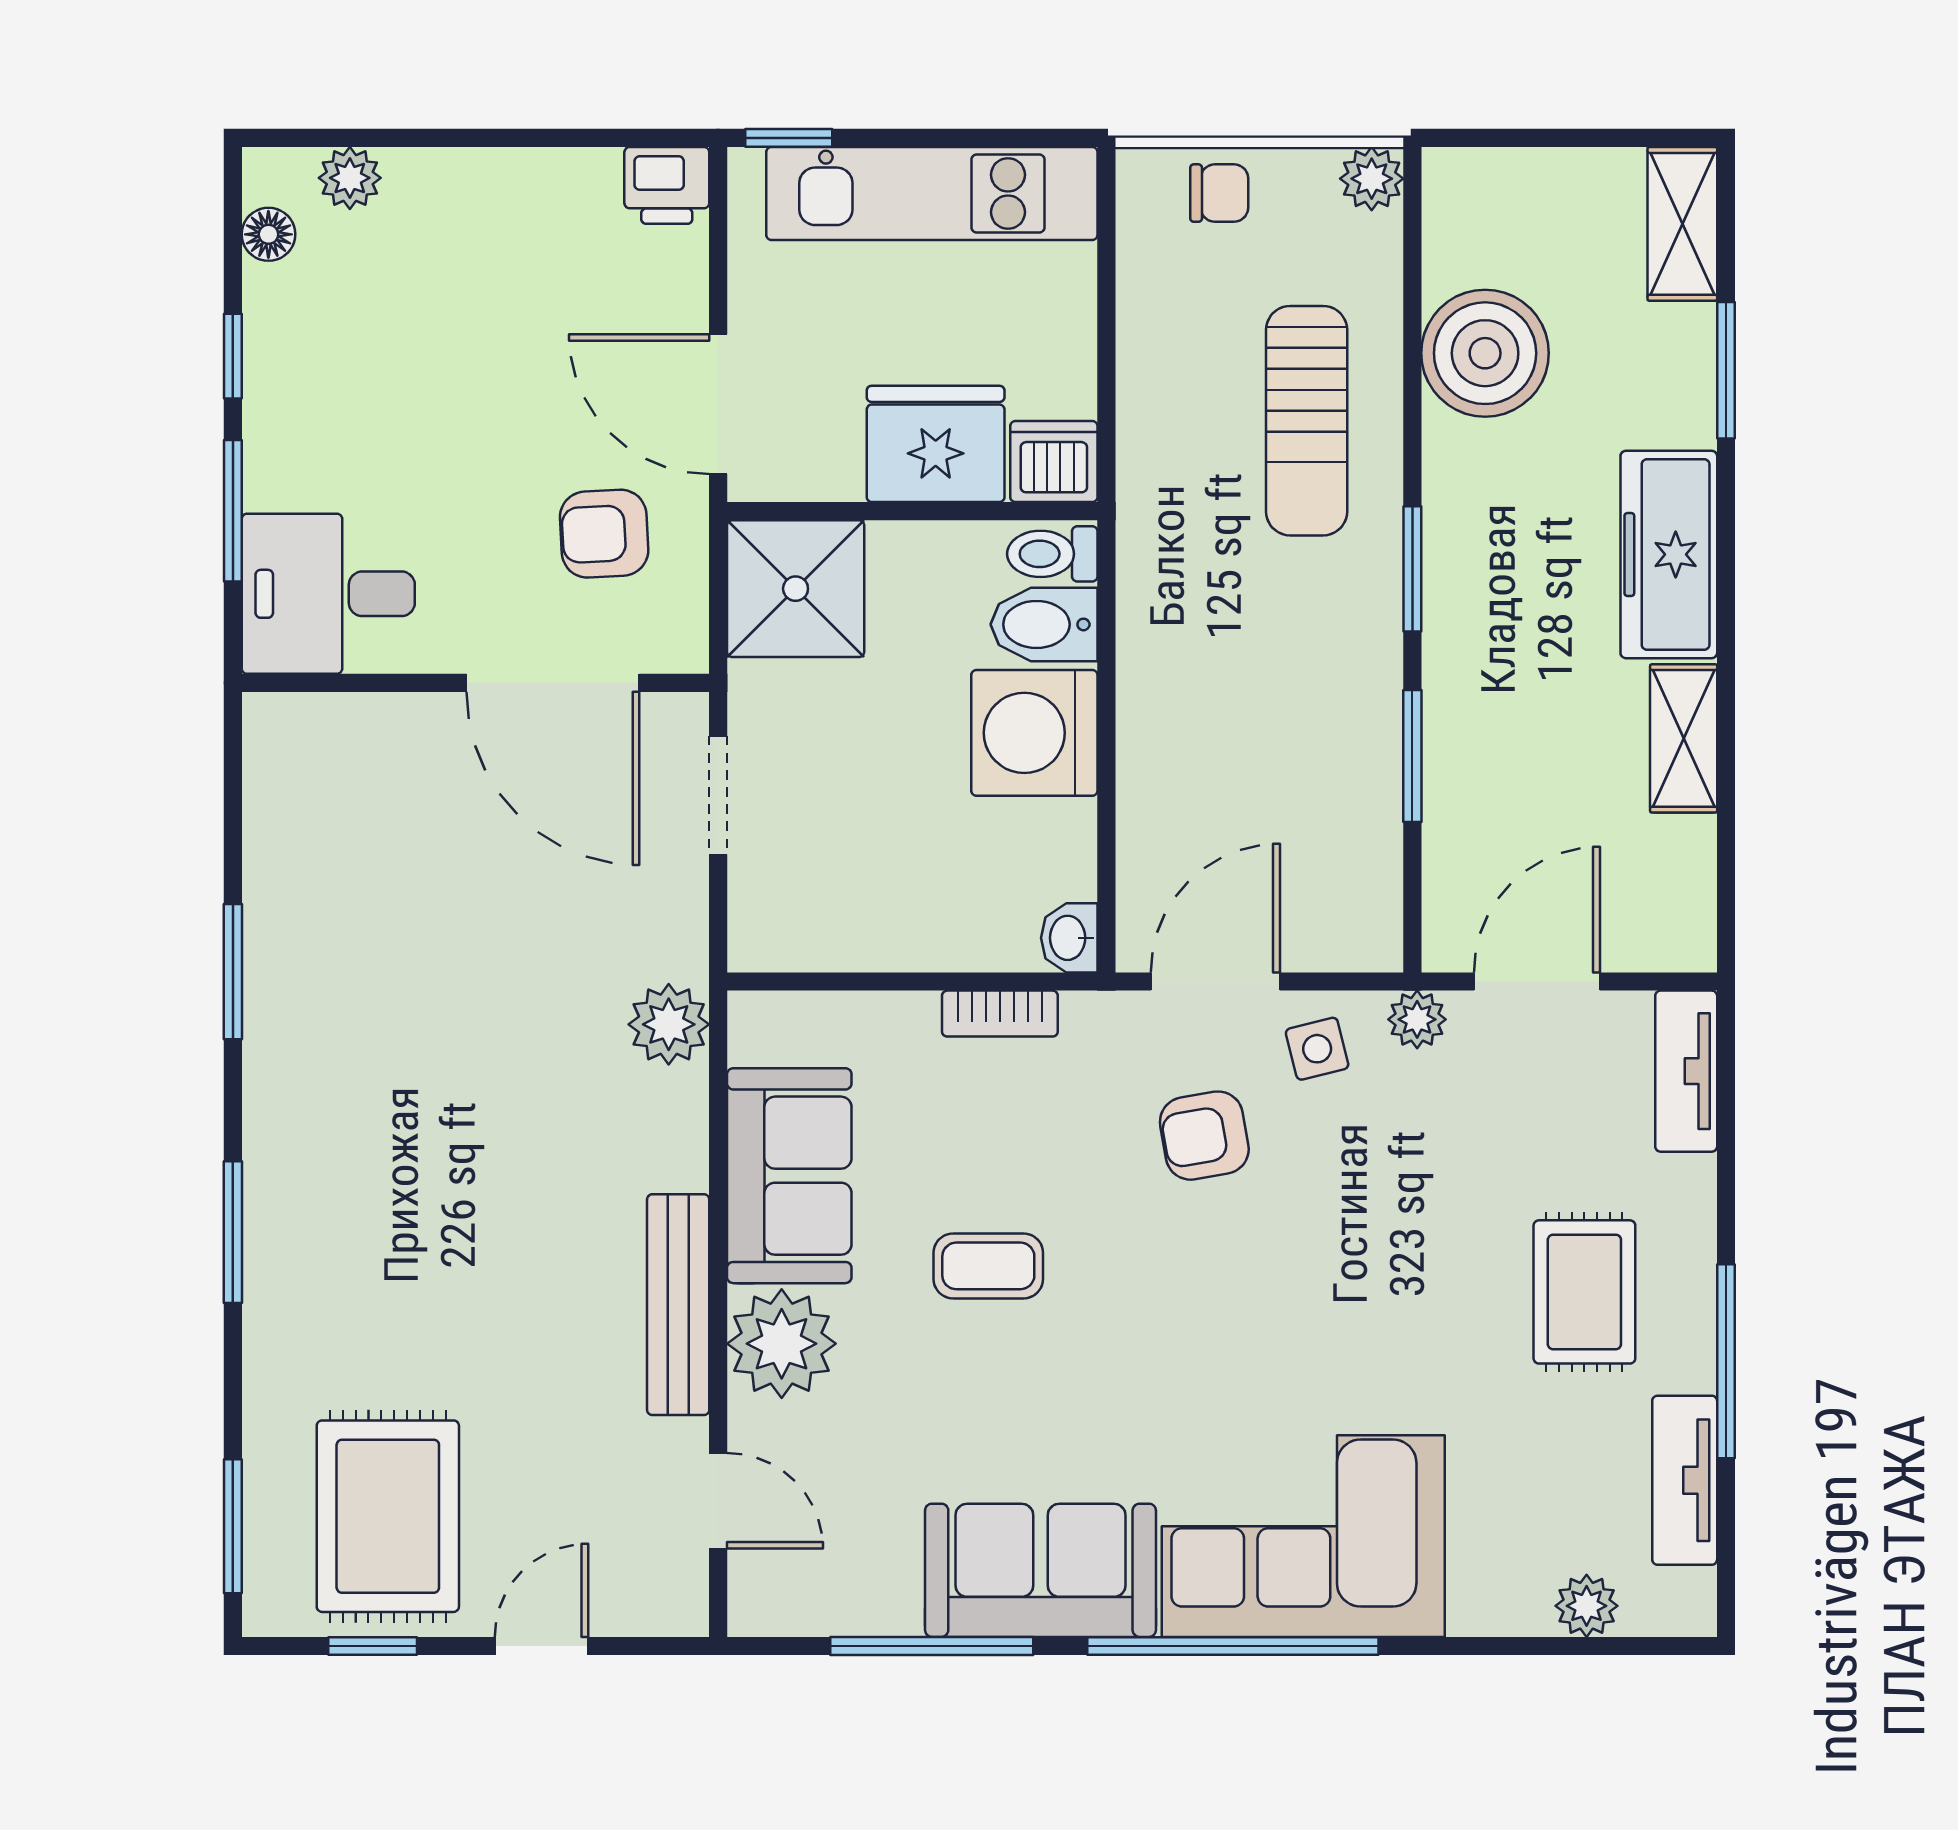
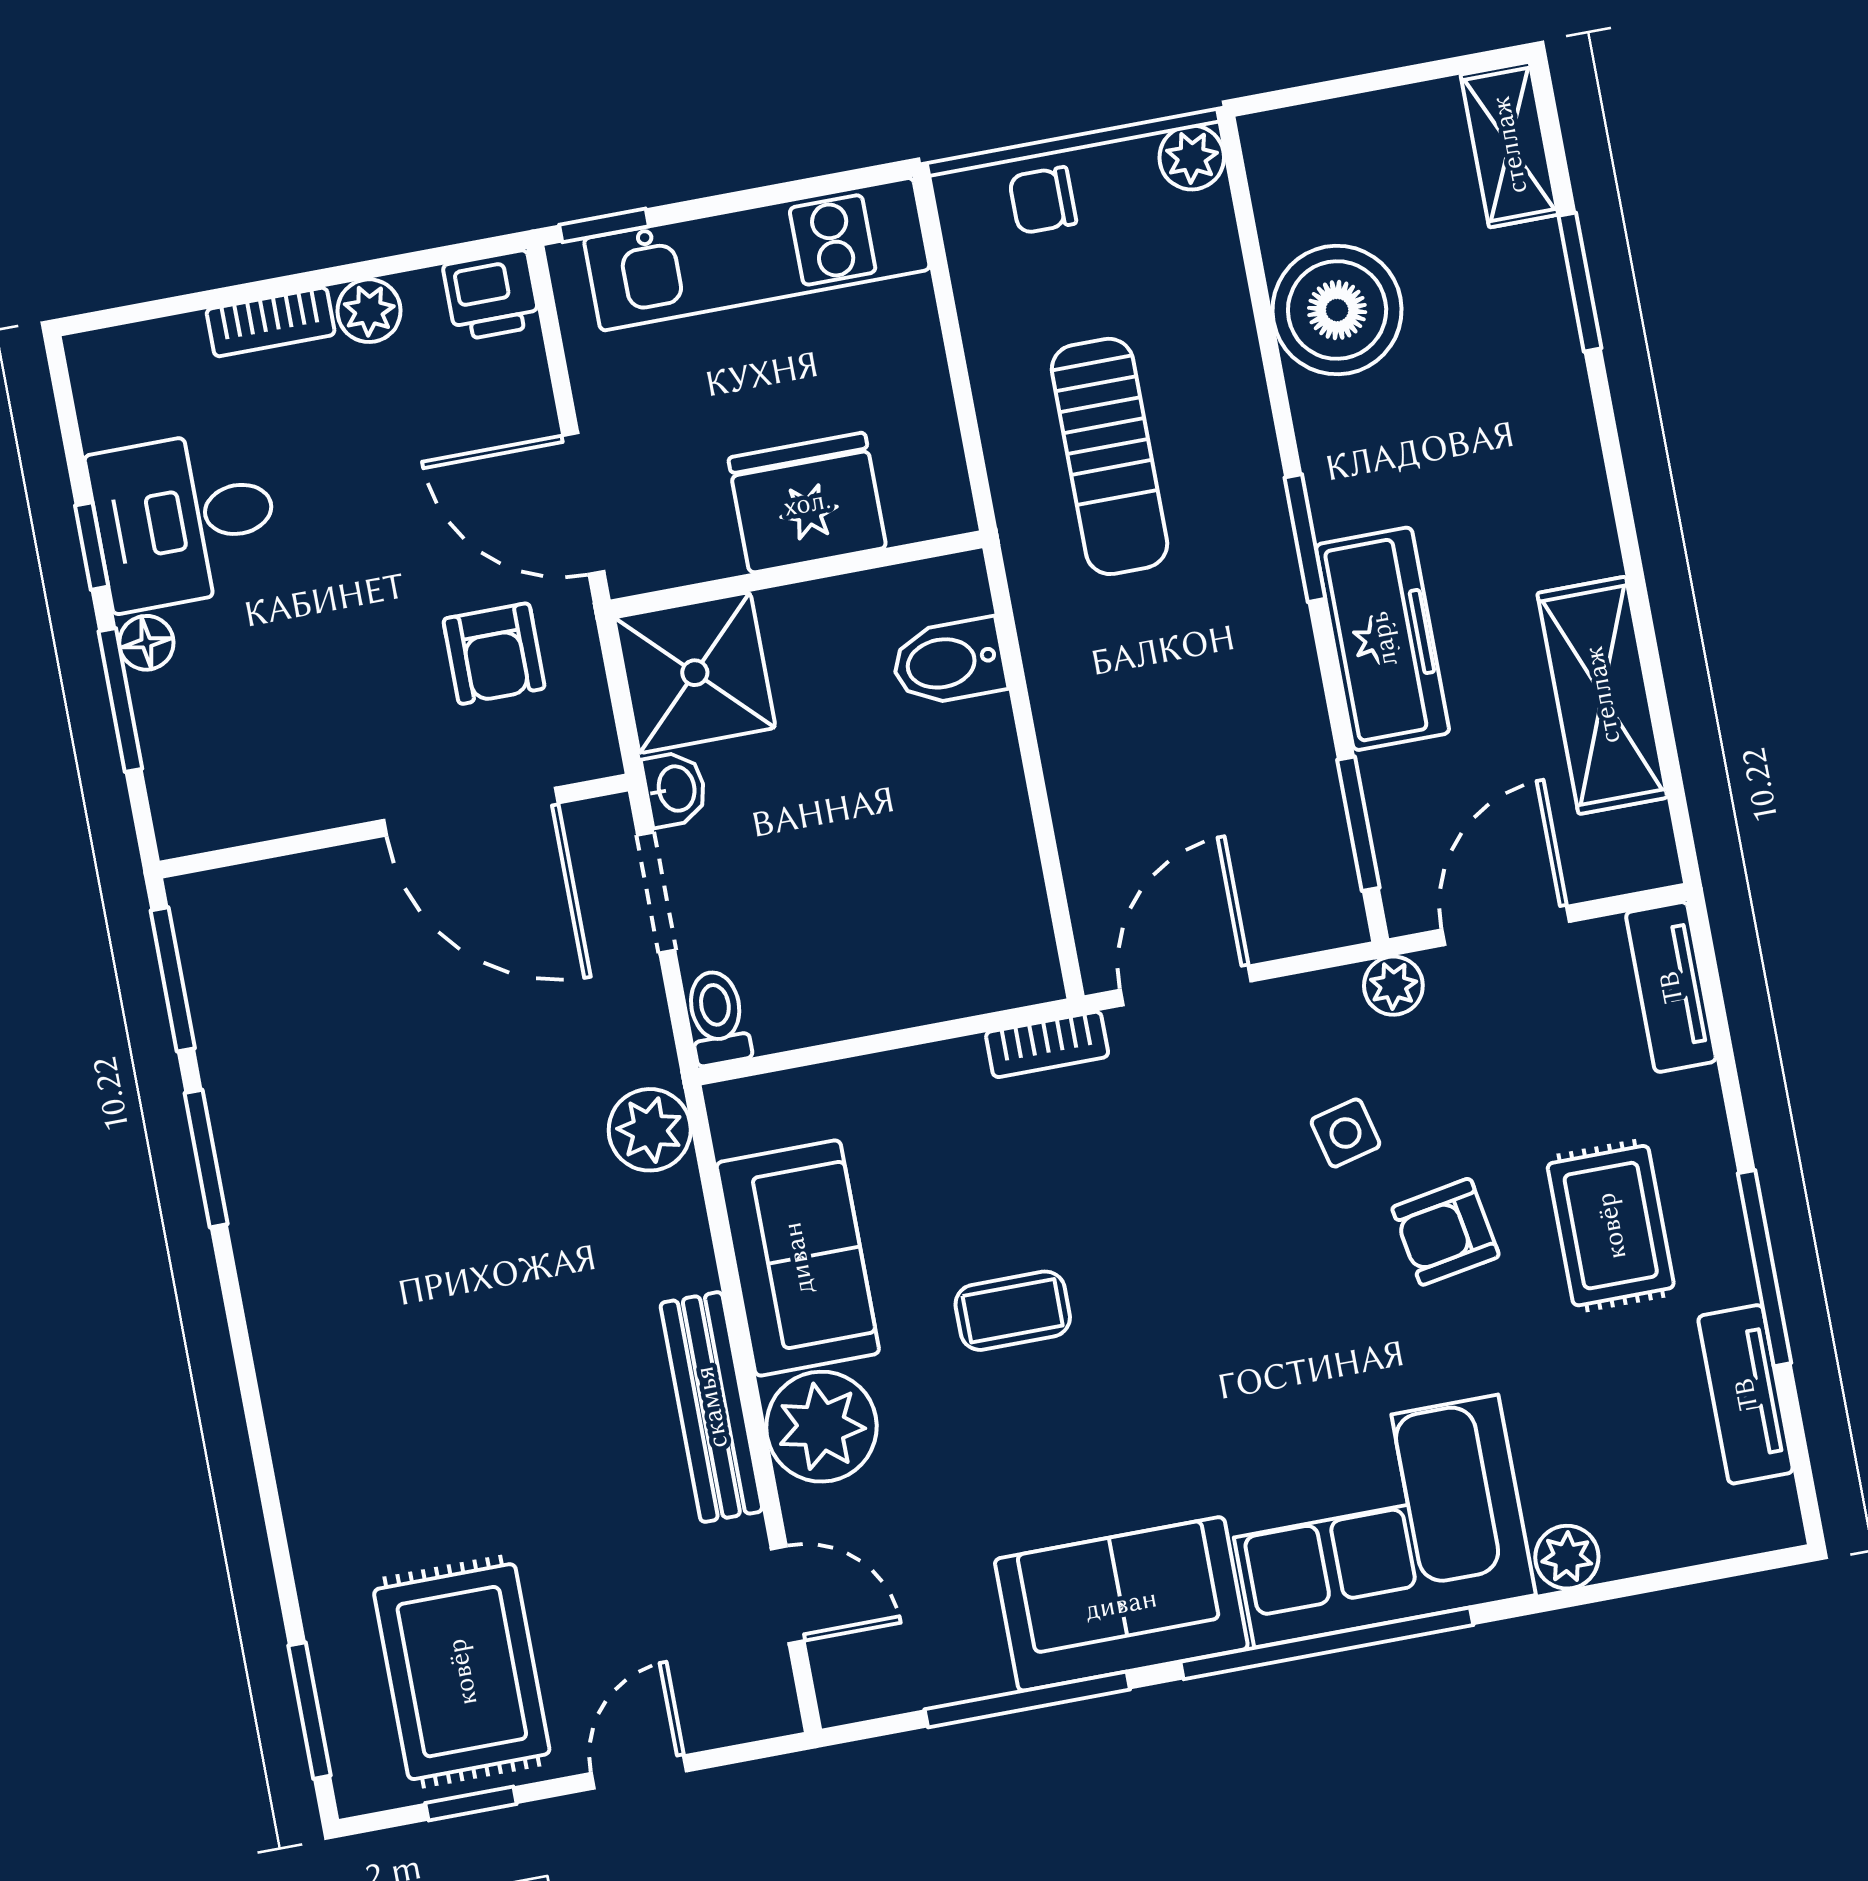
bookcase: (447, 171) -> (271, 322), added
plant: (350, 178) -> (369, 311), moved
chair: (1219, 193) -> (1043, 200), turned 180
floor lamp: (268, 234) -> (146, 643), moved
sun lounger: (1307, 421) -> (1109, 456), moved
dishwasher: (1054, 462) -> (928, 498), removed
armchair: (604, 534) -> (494, 654), turned -87
toilet: (1052, 554) -> (717, 1017), moved, turned 90
freezer: (1669, 554) -> (1383, 639), moved, turned 180
desk: (328, 594) -> (185, 519), moved
washing machine: (1034, 733) -> (959, 772), removed
shelving: (1684, 738) -> (1602, 695), width x1.50, depth x1.33
window: (1412, 756) -> (1358, 824), moved
washbasin: (1069, 938) -> (675, 789), moved, turned 180
bookcase: (1000, 1014) -> (1047, 1044), moved
side table: (1317, 1049) -> (1346, 1133), moved
armchair: (1204, 1136) -> (1446, 1232), moved
window: (233, 1232) -> (173, 979), moved
plant: (1587, 1606) -> (1567, 1557), moved

